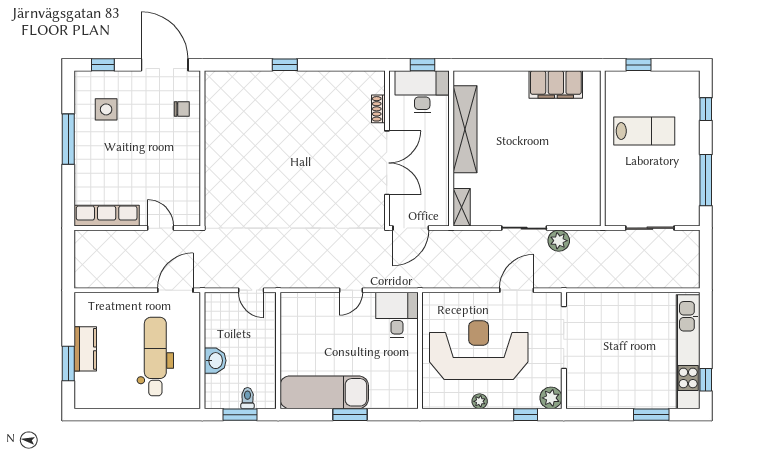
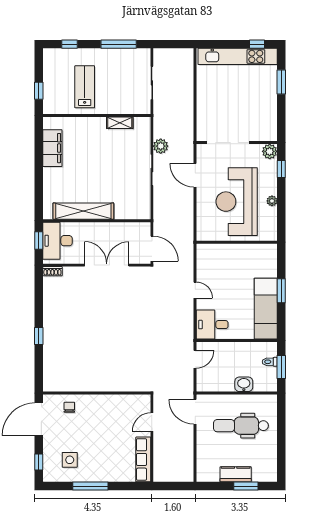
shoe rack: (378, 109) -> (52, 271), moved
shelving: (462, 207) -> (120, 123), moved
desk: (397, 315) -> (212, 325), moved

